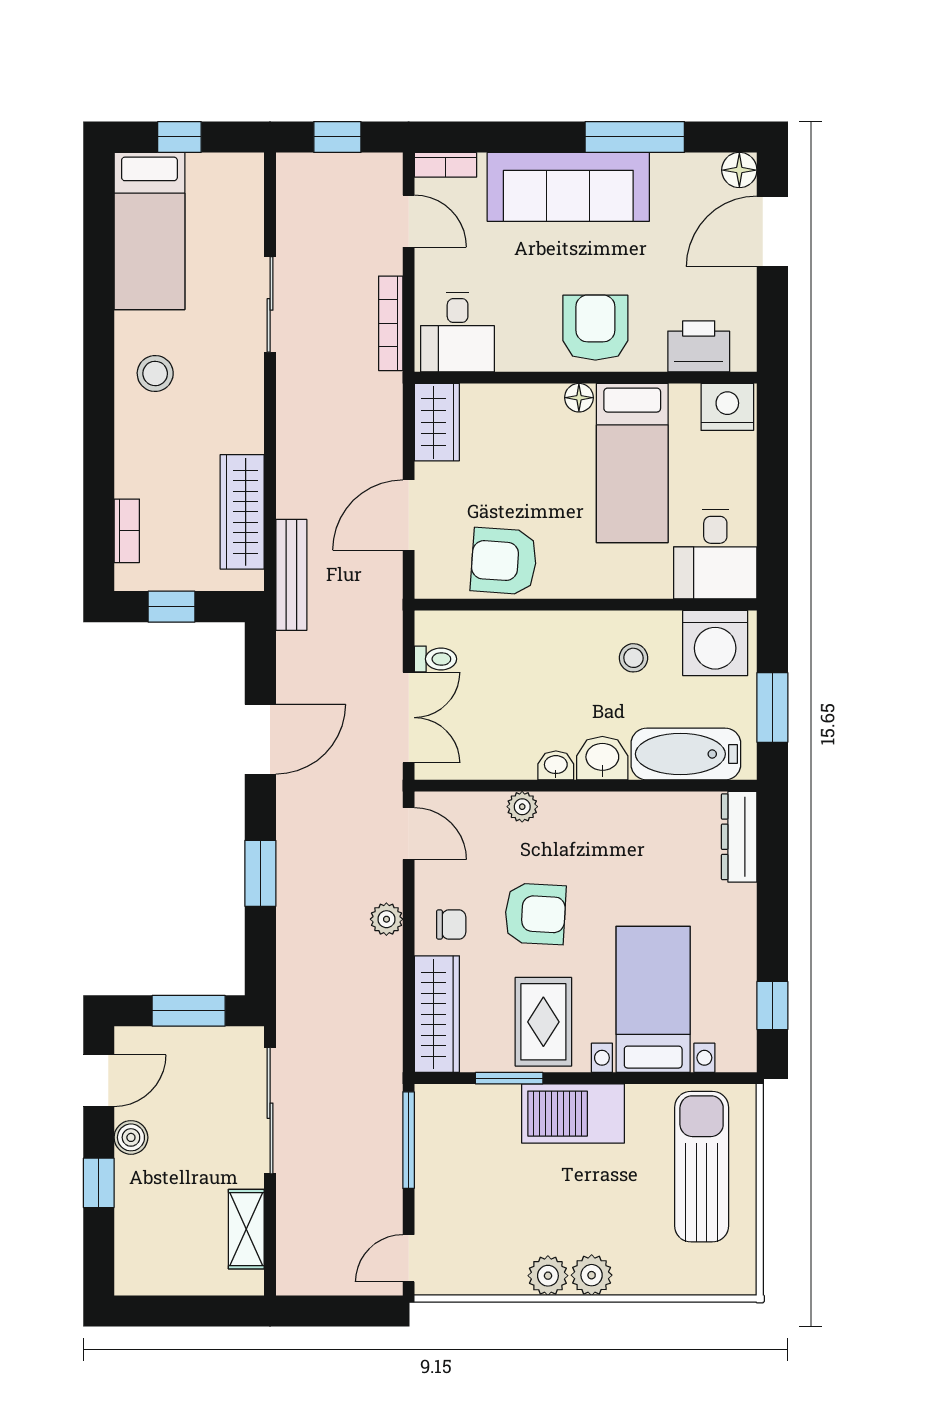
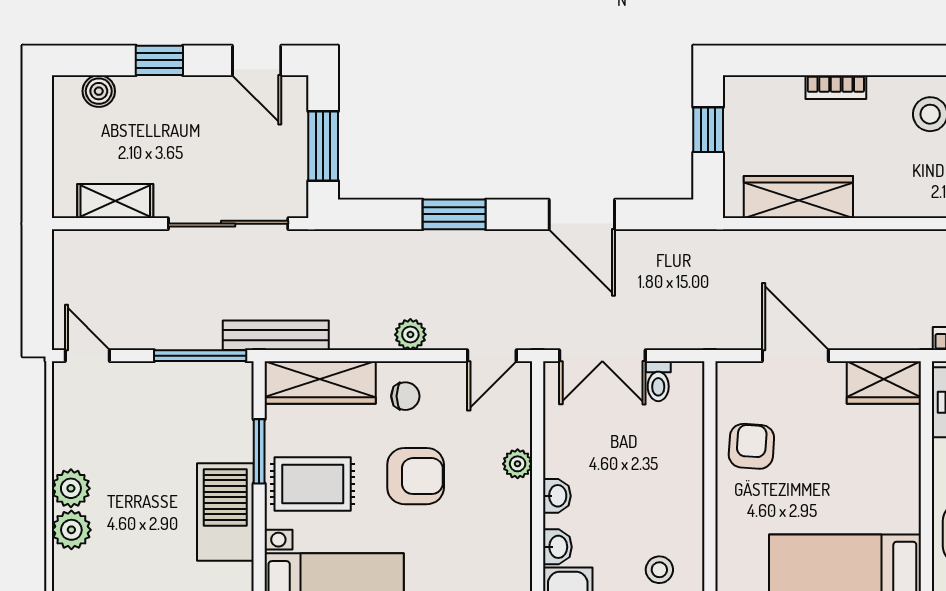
floor lamp: (579, 398) -> (907, 518), removed
bookcase: (127, 531) -> (836, 87), moved
armchair: (504, 561) -> (751, 446), width x0.72, depth x0.72
bench: (291, 575) -> (276, 335), moved
washbasin: (602, 758) -> (557, 547), width x0.72, depth x0.69
armchair: (535, 914) -> (416, 476), turned -93
chair: (451, 925) -> (405, 396), turned -90
boiler: (131, 1137) -> (99, 91), moved

